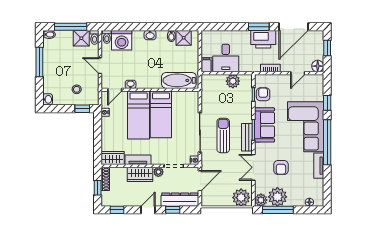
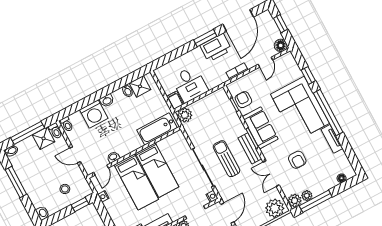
washing machine: (122, 40) -> (94, 114), moved
plant: (233, 81) -> (185, 115), moved
plant: (277, 197) -> (307, 196), width x0.53, depth x0.53

